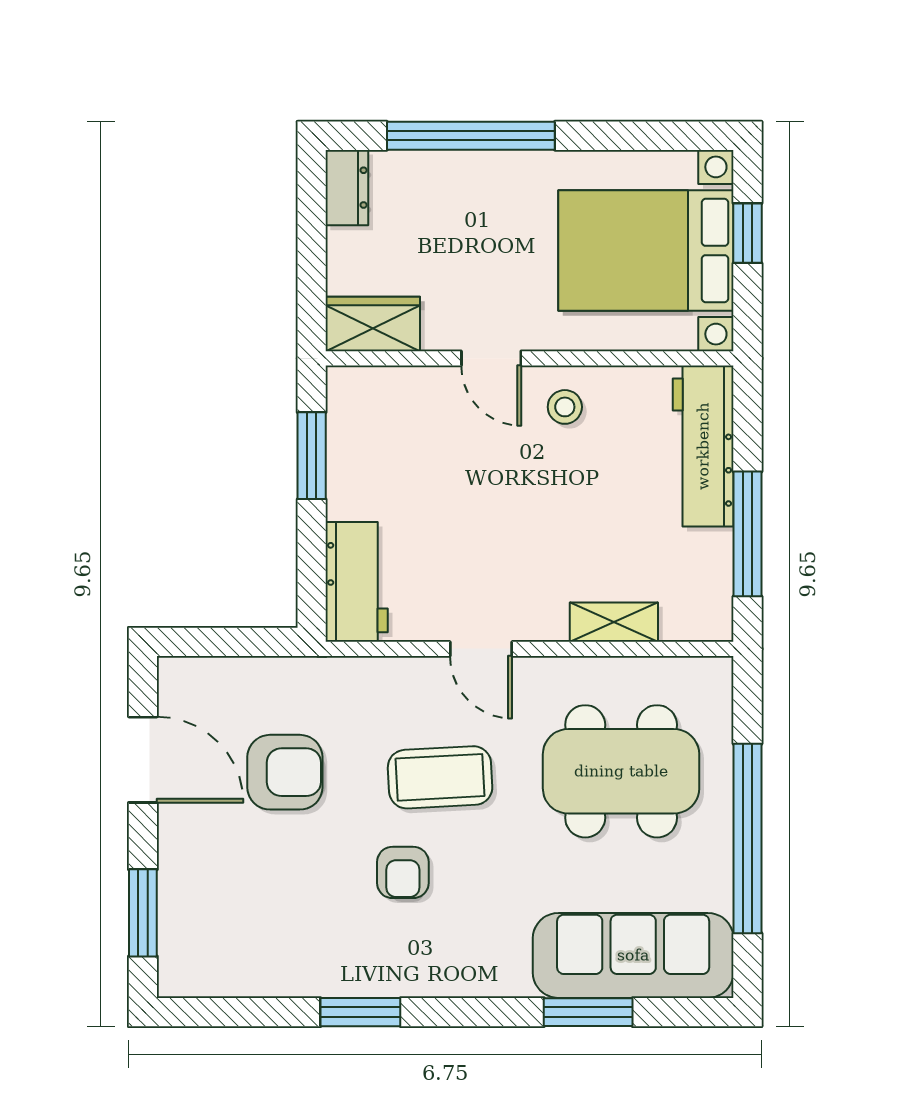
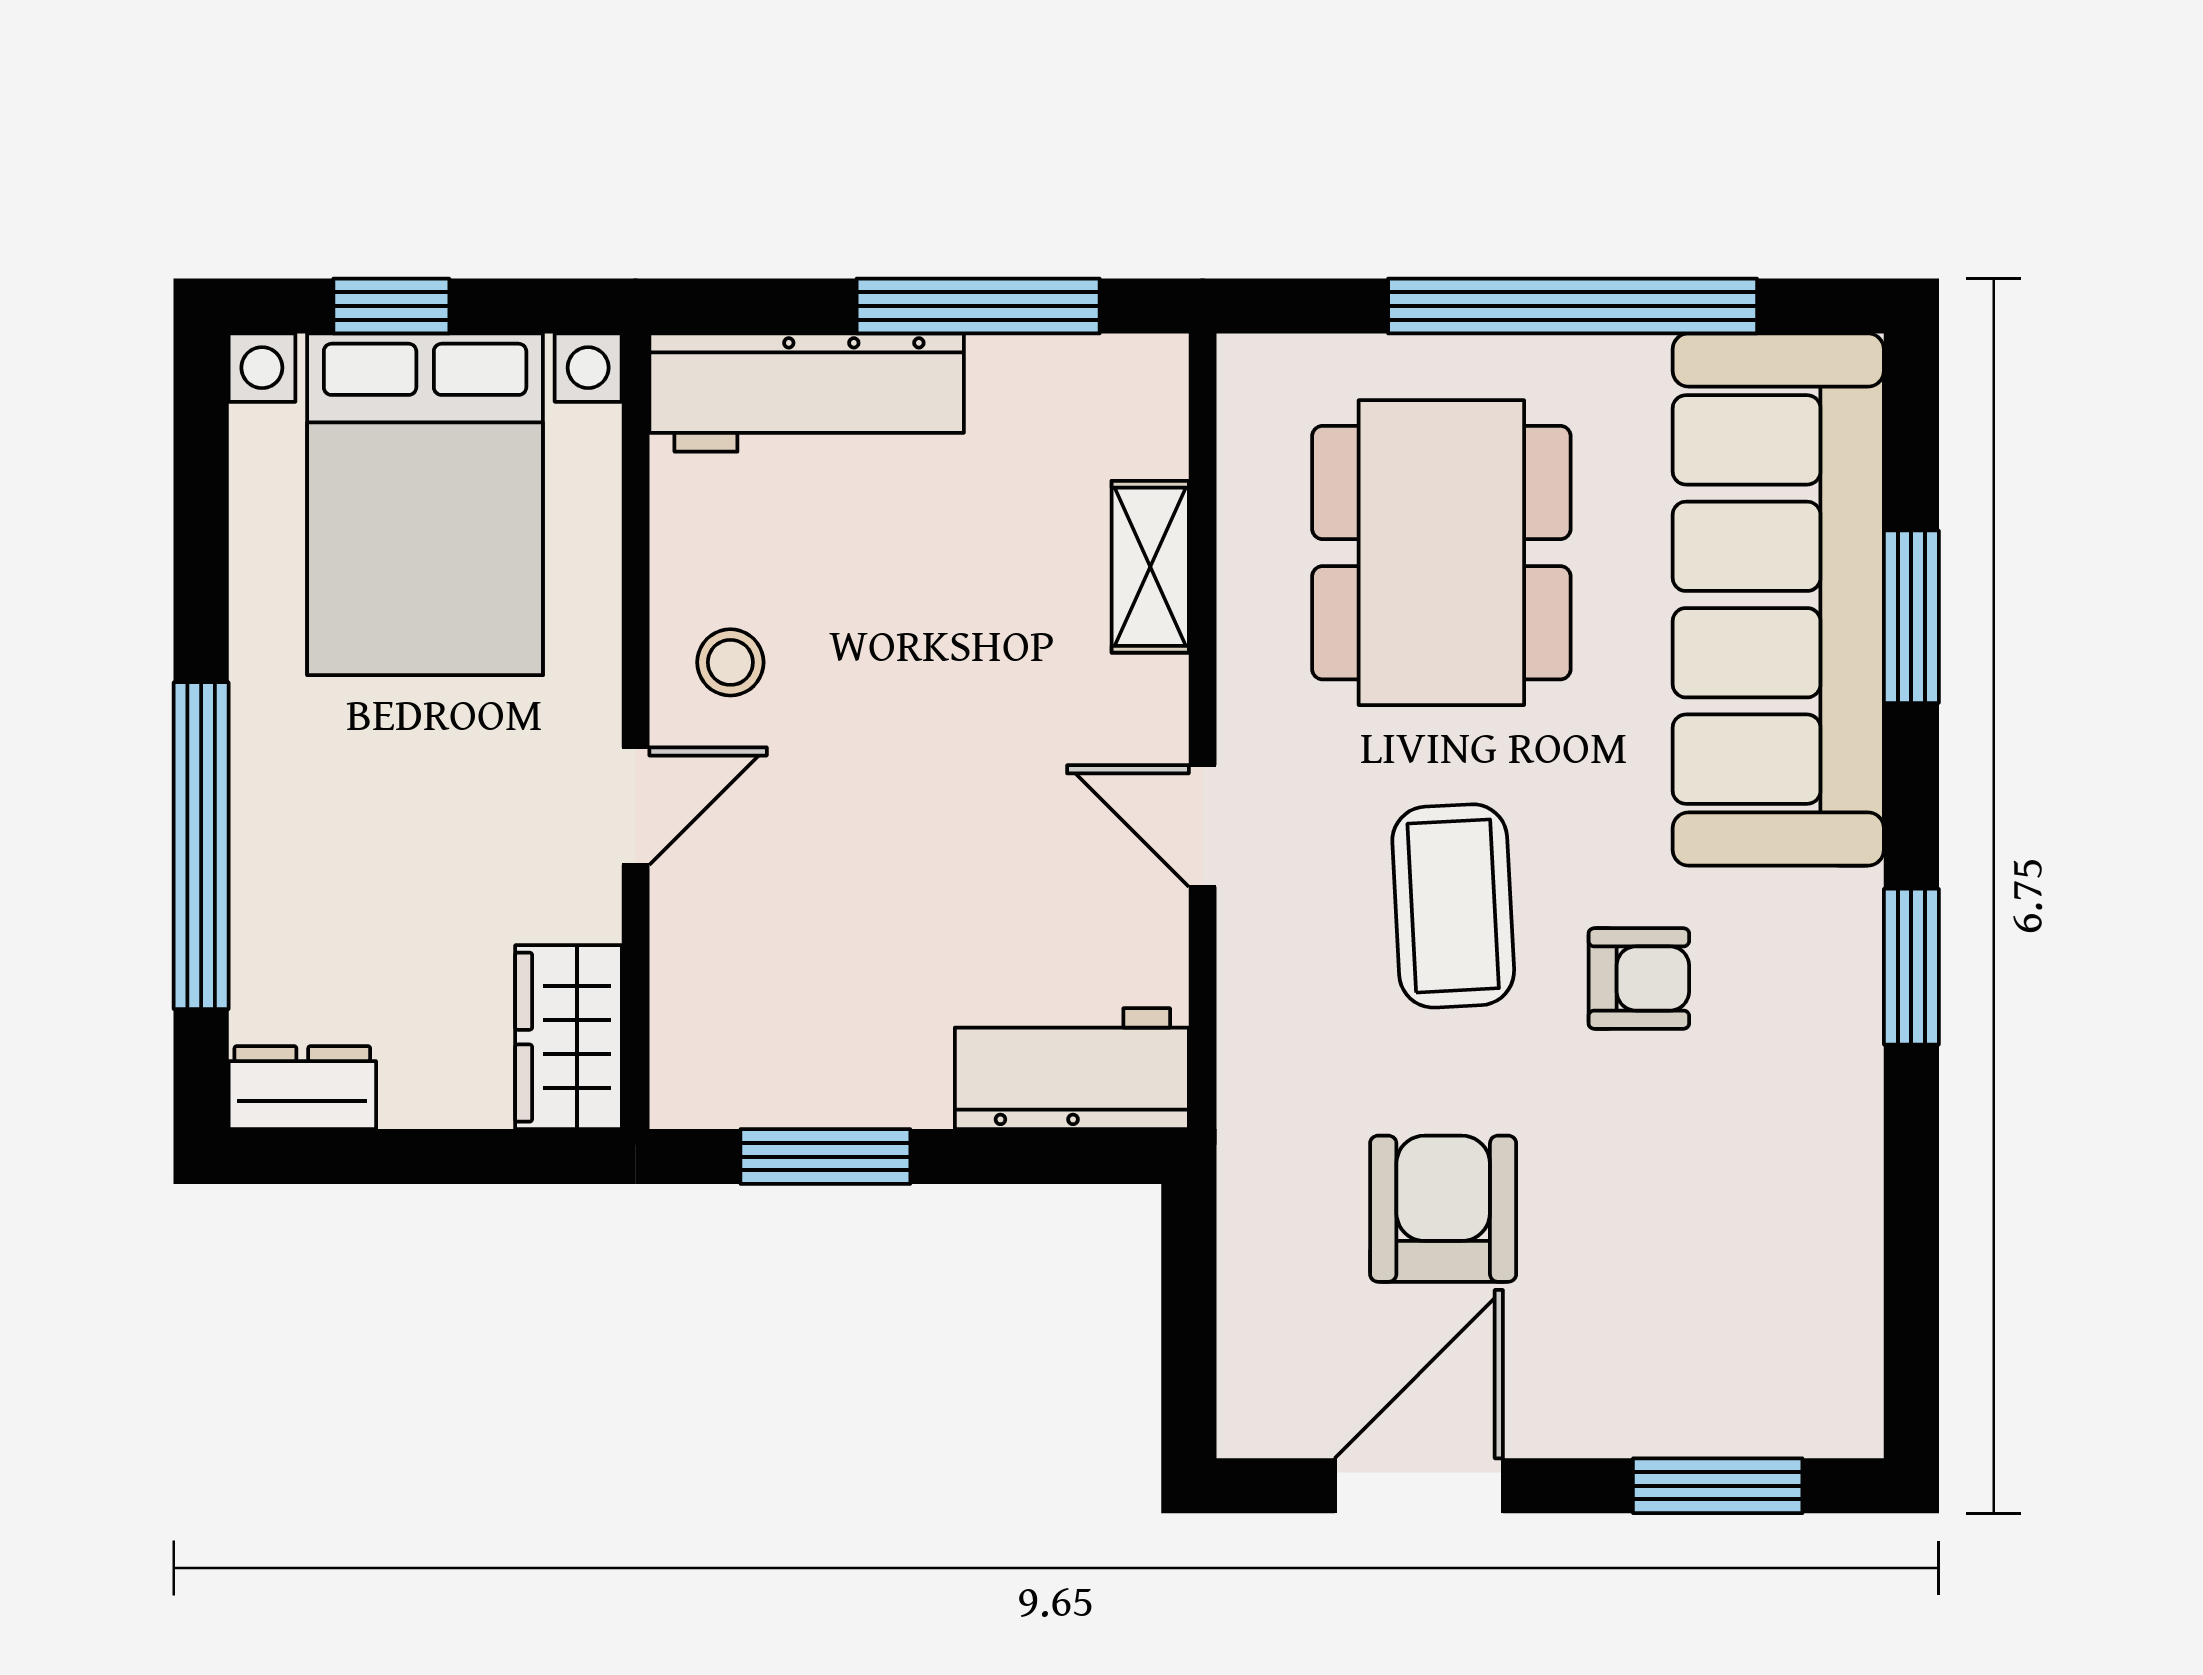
door: (481, 649) -> (1203, 826), swing flipped
sofa: (633, 955) -> (1778, 600), width x1.36, depth x1.27
window: (360, 1012) -> (1911, 967), moved

